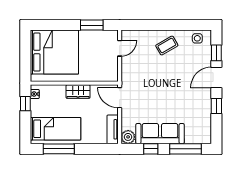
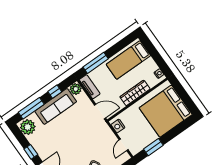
nightstand: (112, 71) -> (118, 126), added
wardrobe: (78, 92) -> (135, 93), width x1.50
window: (25, 104) -> (161, 63), removed
plant: (202, 133) -> (28, 127), added
window: (59, 149) -> (96, 63), moved

